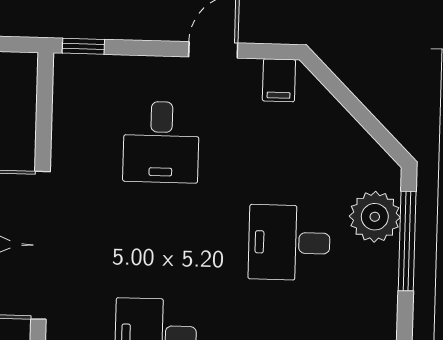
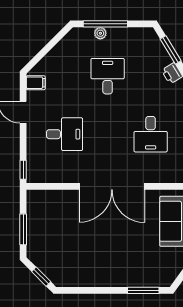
plant: (375, 217) -> (100, 33), width x0.53, depth x0.53
desk: (289, 243) -> (108, 76), turned 180

